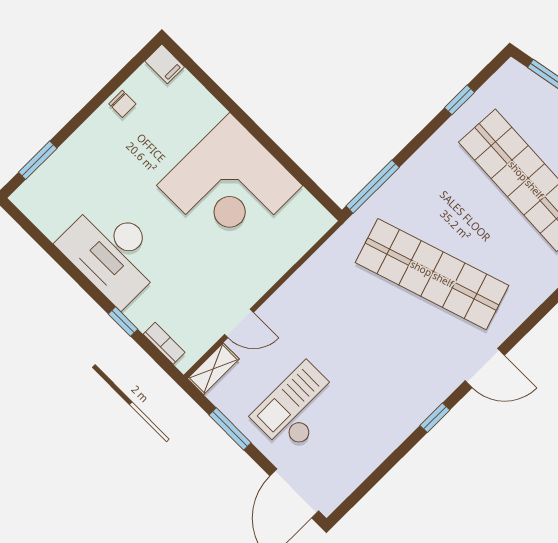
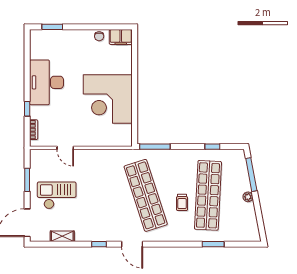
filing cabinet: (165, 64) -> (121, 37), width x2.00
trolley: (497, 230) -> (182, 202), added
shelving: (213, 369) -> (62, 236), moved

